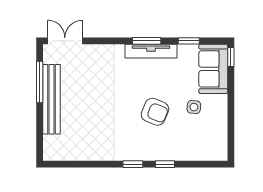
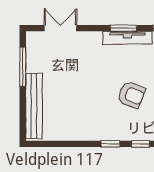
double door: (65, 41) -> (60, 28), moved
bench: (52, 99) -> (34, 106), moved

